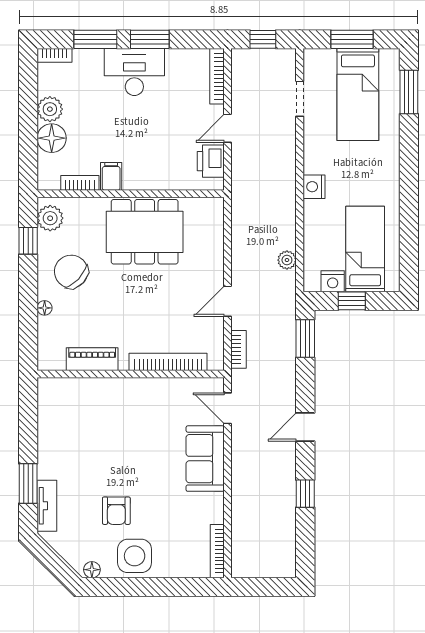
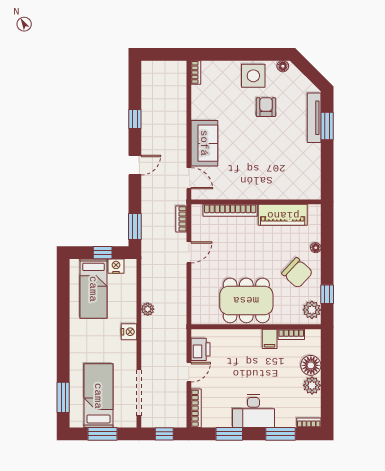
window: (150, 39) -> (229, 434), moved
doorway: (300, 99) -> (139, 393), width x1.88
plant: (287, 260) -> (148, 309), moved
piano: (92, 359) -> (283, 215), width x1.37, depth x1.33
tv unit: (47, 506) -> (314, 118), width x1.41
bookcase: (217, 551) -> (196, 72), width x0.64

